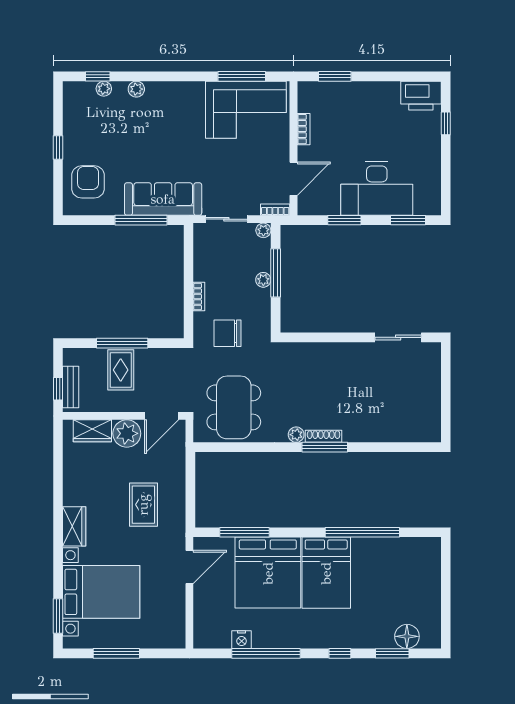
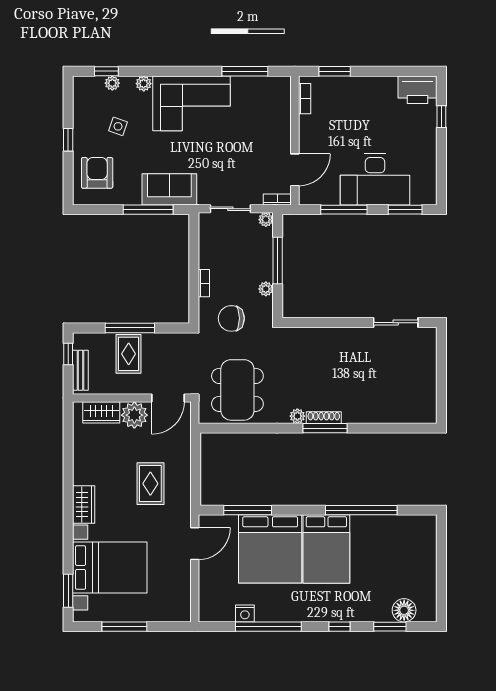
corner sofa: (246, 110) -> (191, 103), moved
bookcase: (304, 129) -> (305, 99), moved
side table: (110, 134) -> (118, 126), added
sofa: (163, 199) -> (169, 189), width x0.73
window: (344, 220) -> (344, 210), width x1.44
plant: (263, 280) -> (266, 289), moved
window: (58, 389) -> (68, 354), moved

